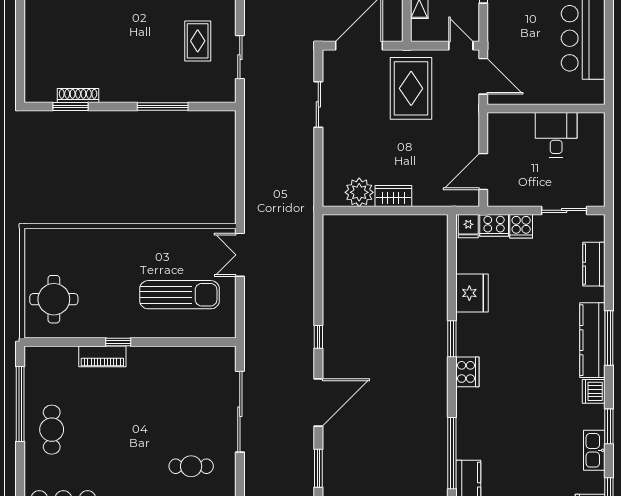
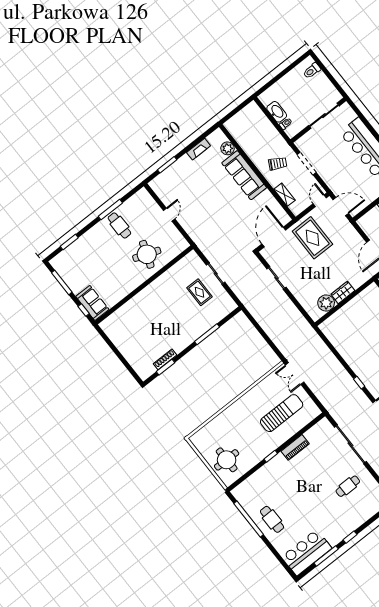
door: (461, 46) -> (320, 201), hinge flipped
sliding door: (240, 57) -> (216, 274), moved
piano: (102, 356) -> (295, 447), moved

